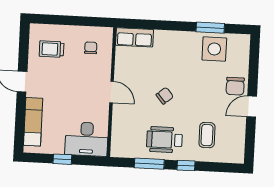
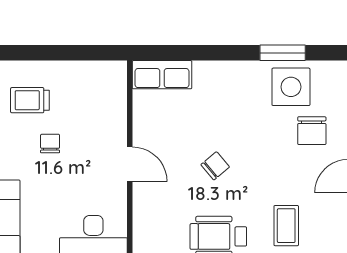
chair: (91, 48) -> (50, 144), moved
chair: (235, 86) -> (312, 131), moved

